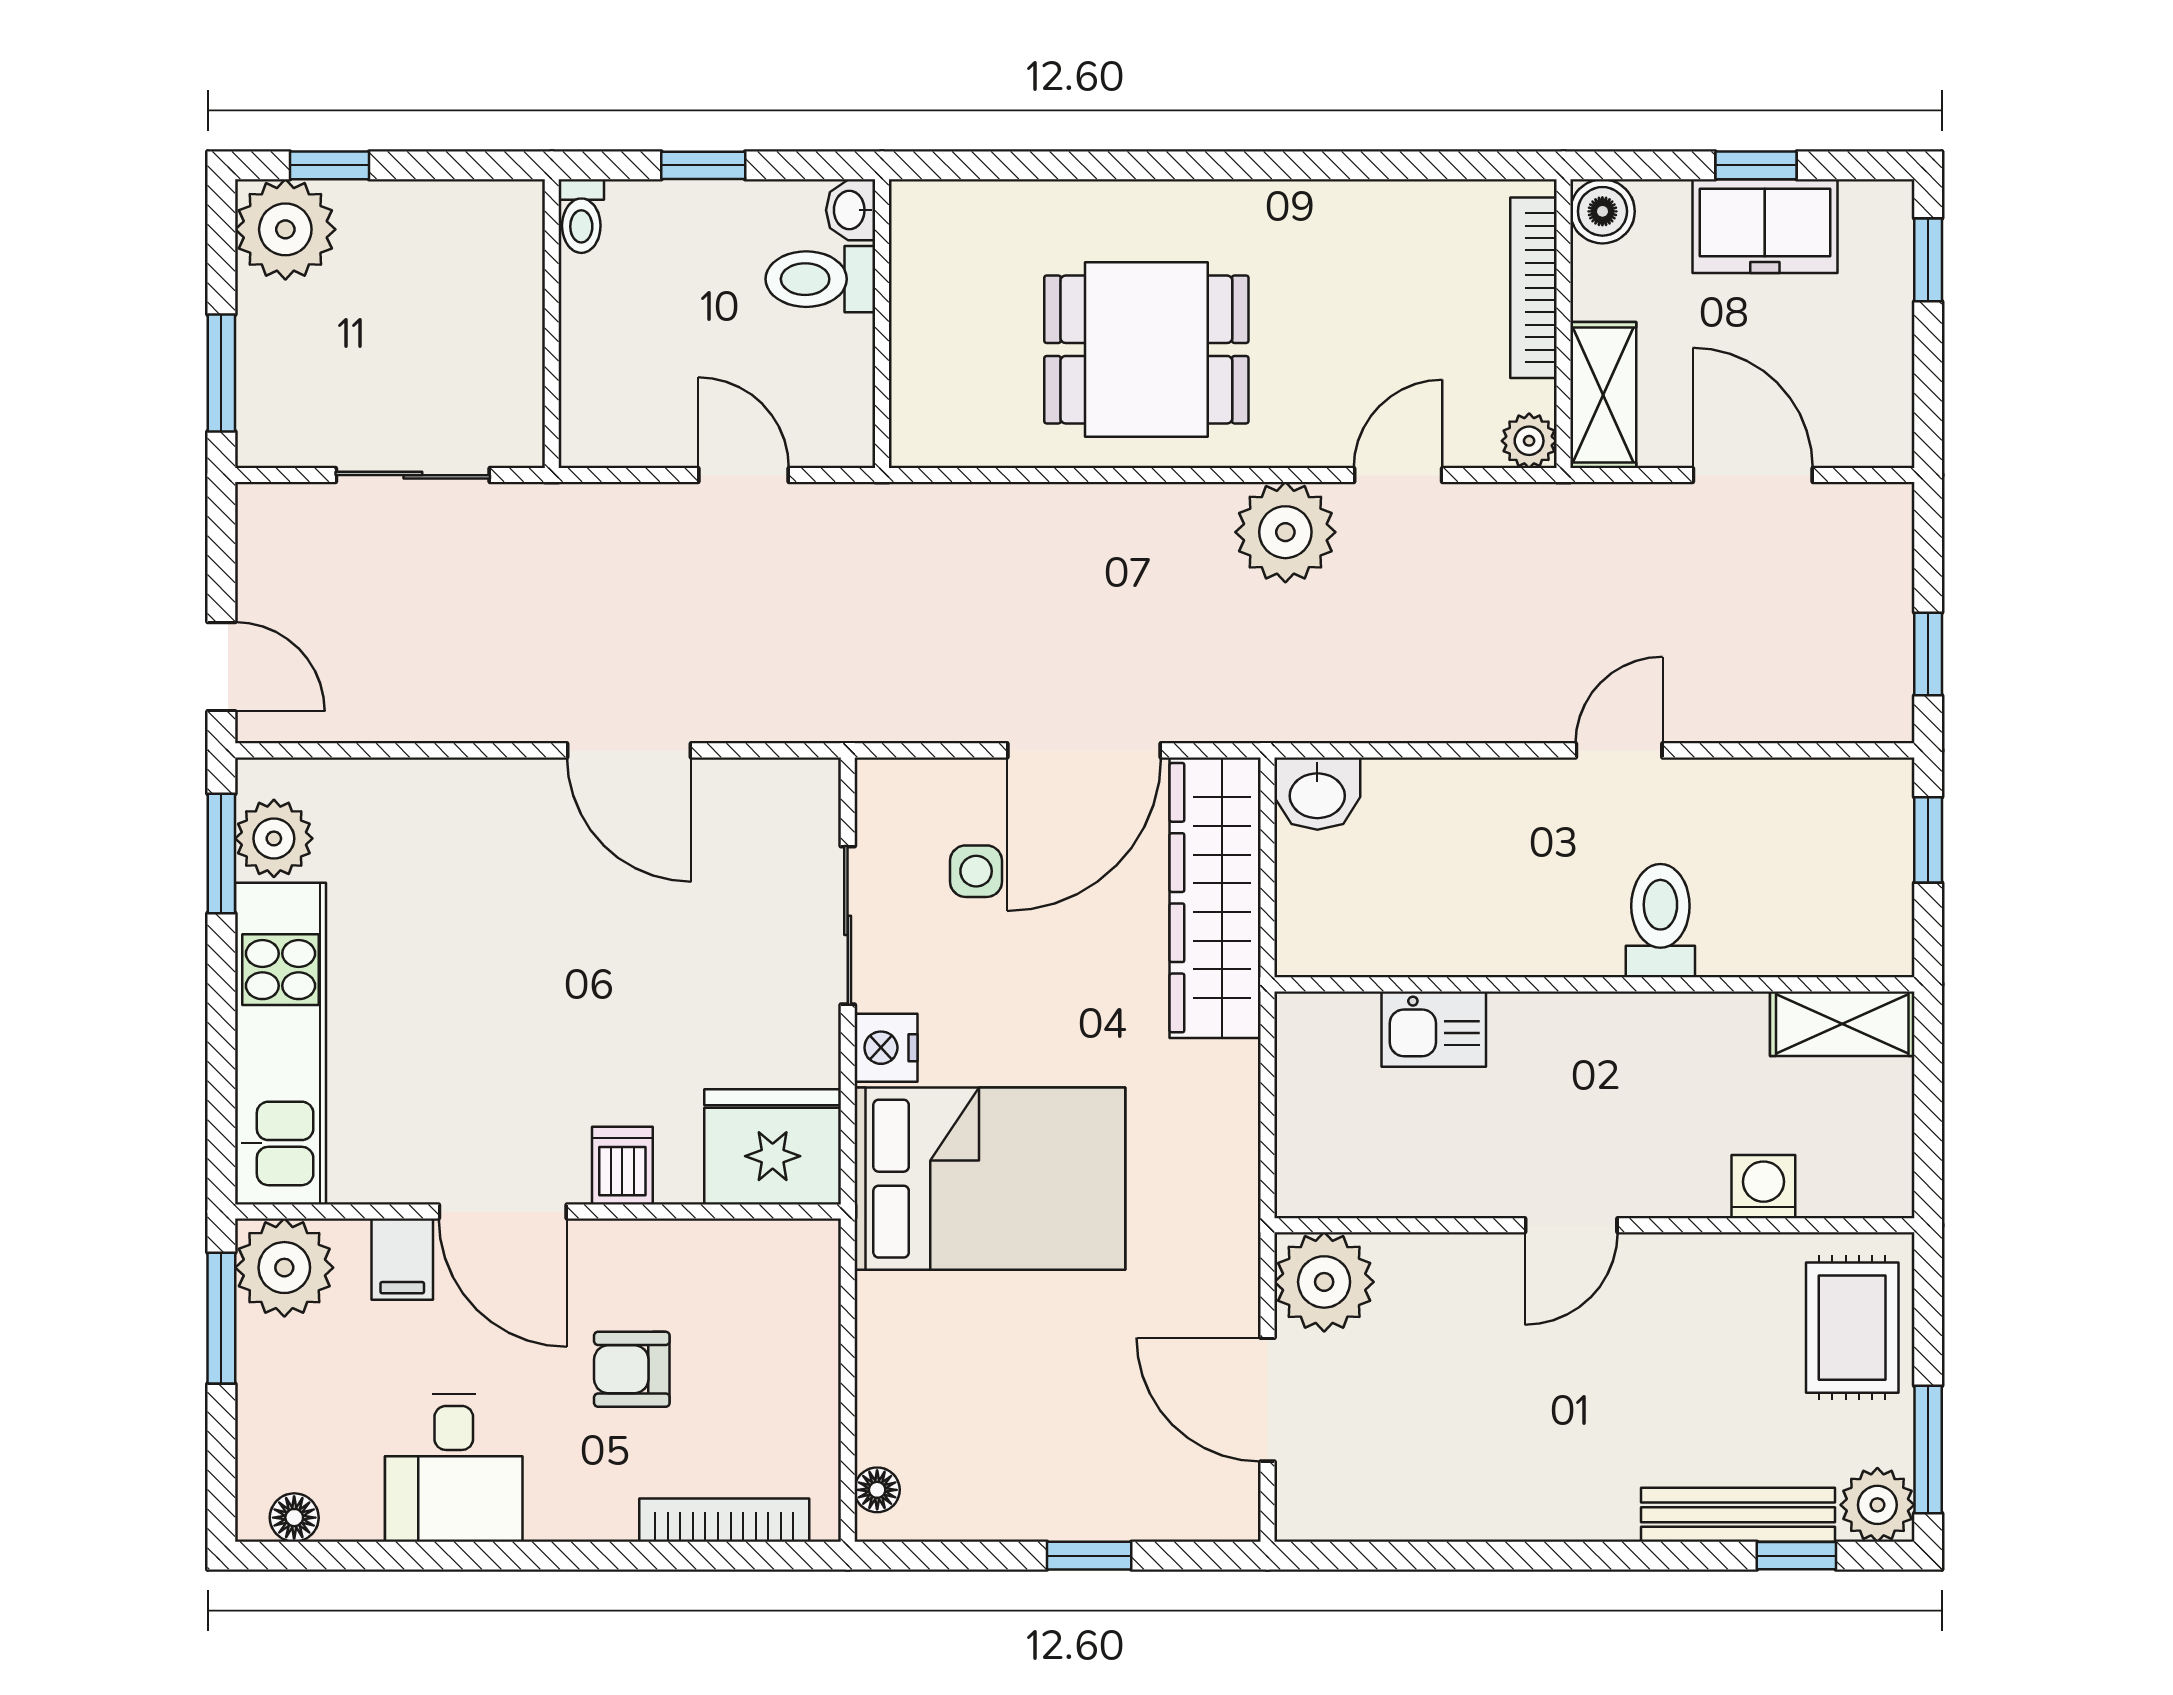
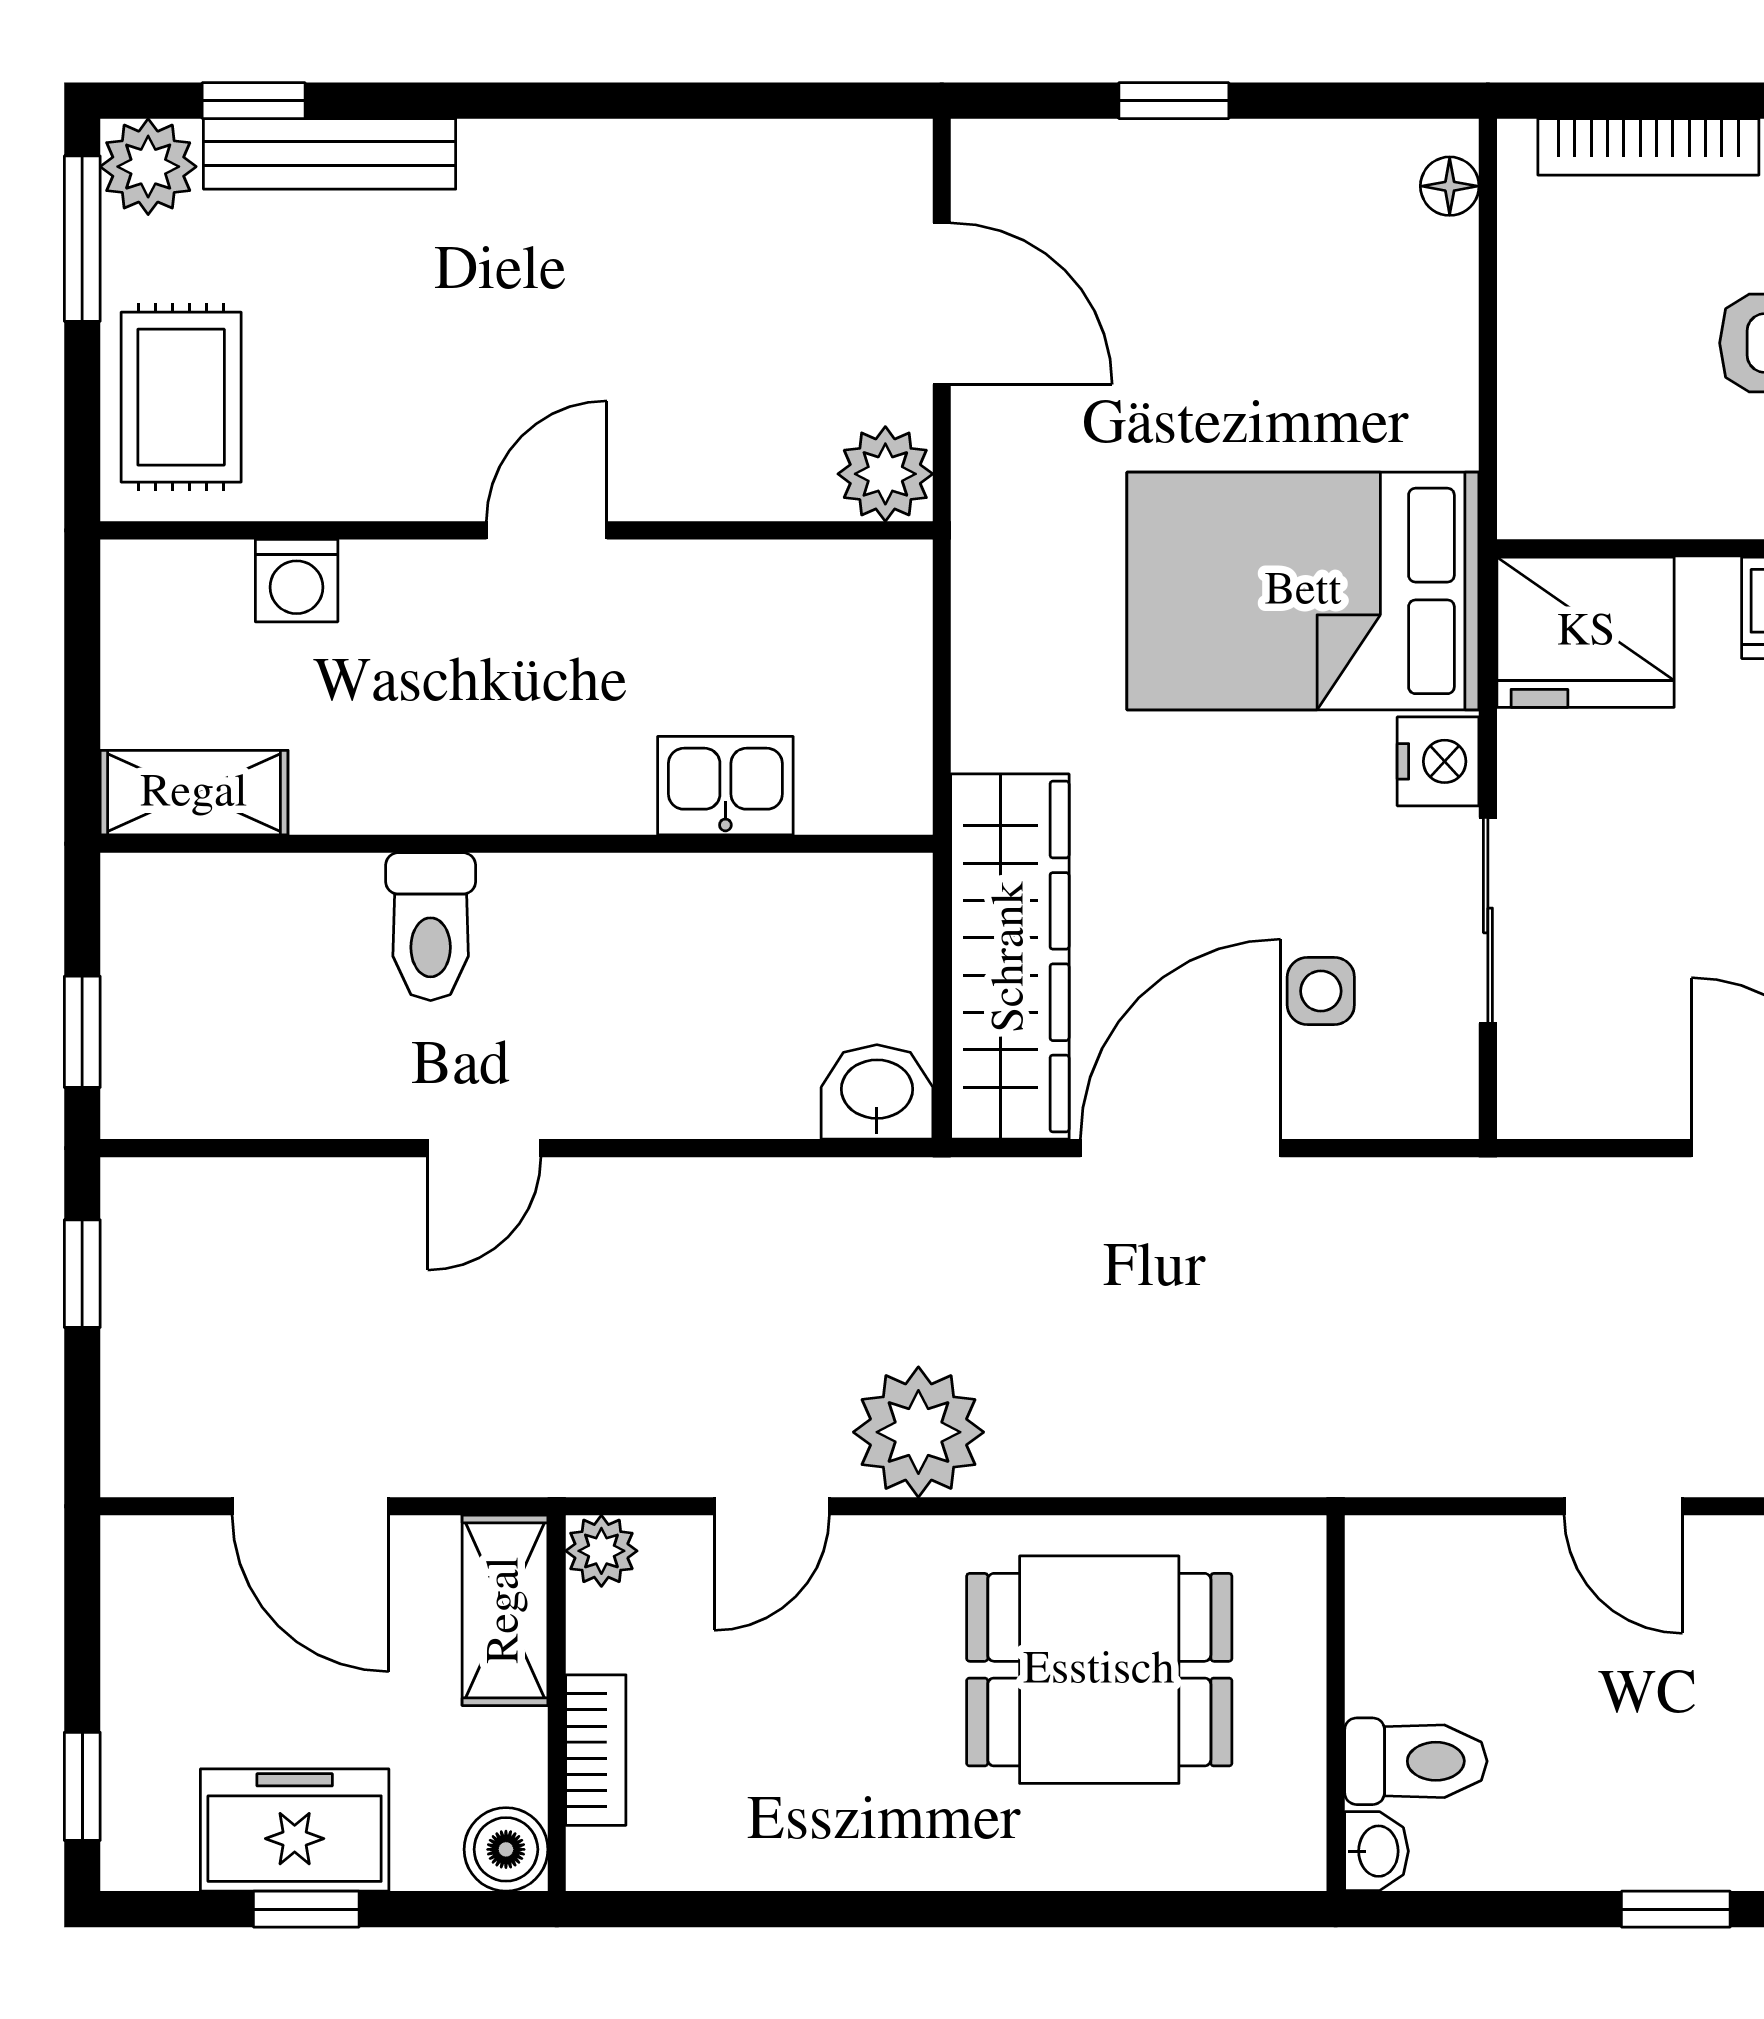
washbasin: (851, 210) -> (1377, 1851), moved
toilet: (820, 279) -> (1416, 1761), moved
bookcase: (1533, 288) -> (596, 1750), width x0.64
wall: (882, 324) -> (1336, 1703), moved
plant: (1324, 1282) -> (885, 474), width x0.73, depth x0.73

